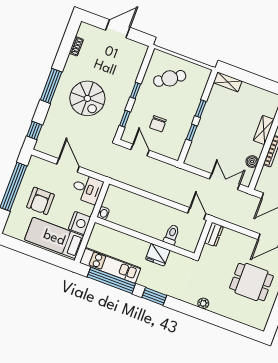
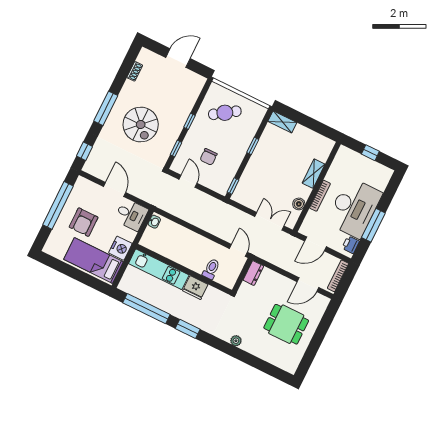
window: (192, 133) -> (233, 186), moved
washbasin: (103, 213) -> (154, 222), moved
kitchen unit: (110, 265) -> (159, 269), moved, turned 180

